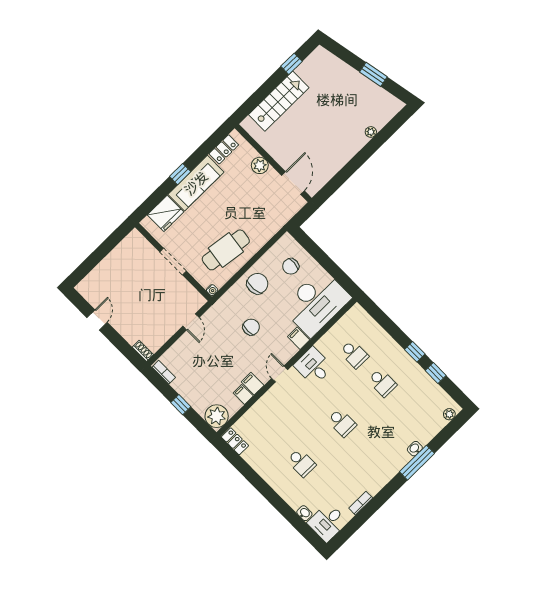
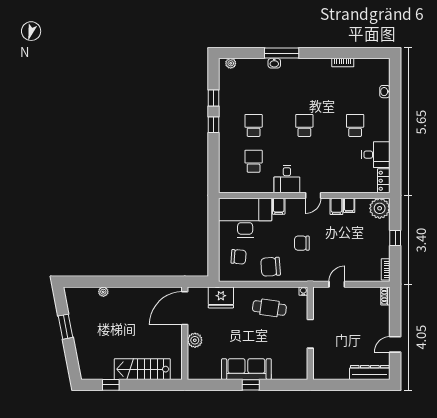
locker: (224, 149) -> (208, 373), removed
door: (293, 183) -> (185, 308), width x1.36
fridge: (165, 213) -> (221, 297), moved, turned 180
cafe table: (226, 250) -> (269, 308), width x0.73, depth x0.74
dresser: (95, 278) -> (370, 372), added
desk: (328, 522) -> (376, 155), moved

